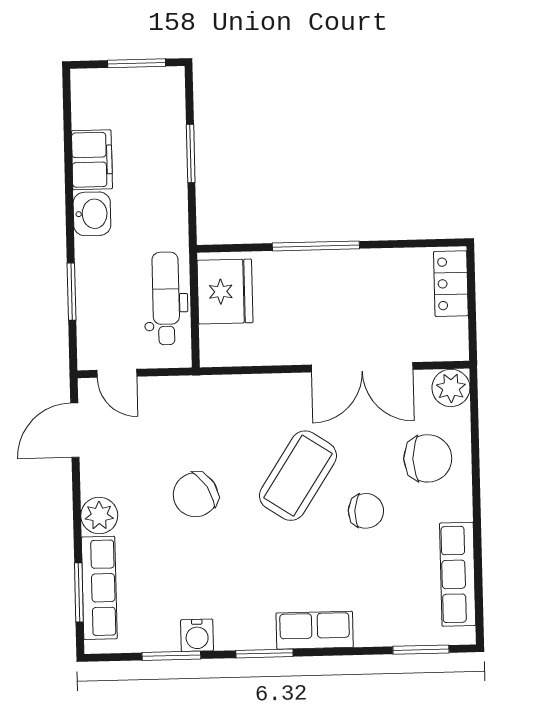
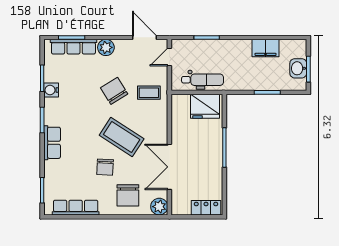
washbasin: (92, 214) -> (298, 68), moved, turned 90
coffee table: (198, 417) -> (149, 93), added

